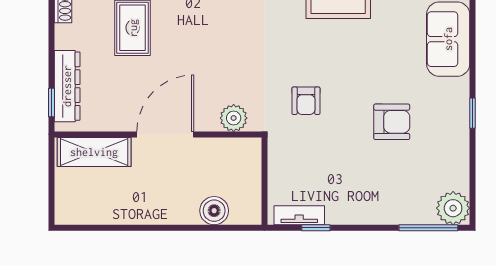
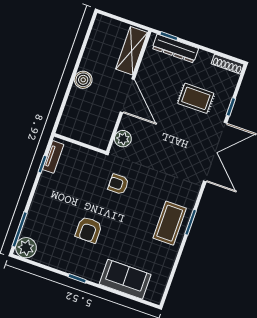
boiler: (214, 211) -> (83, 80), moved

